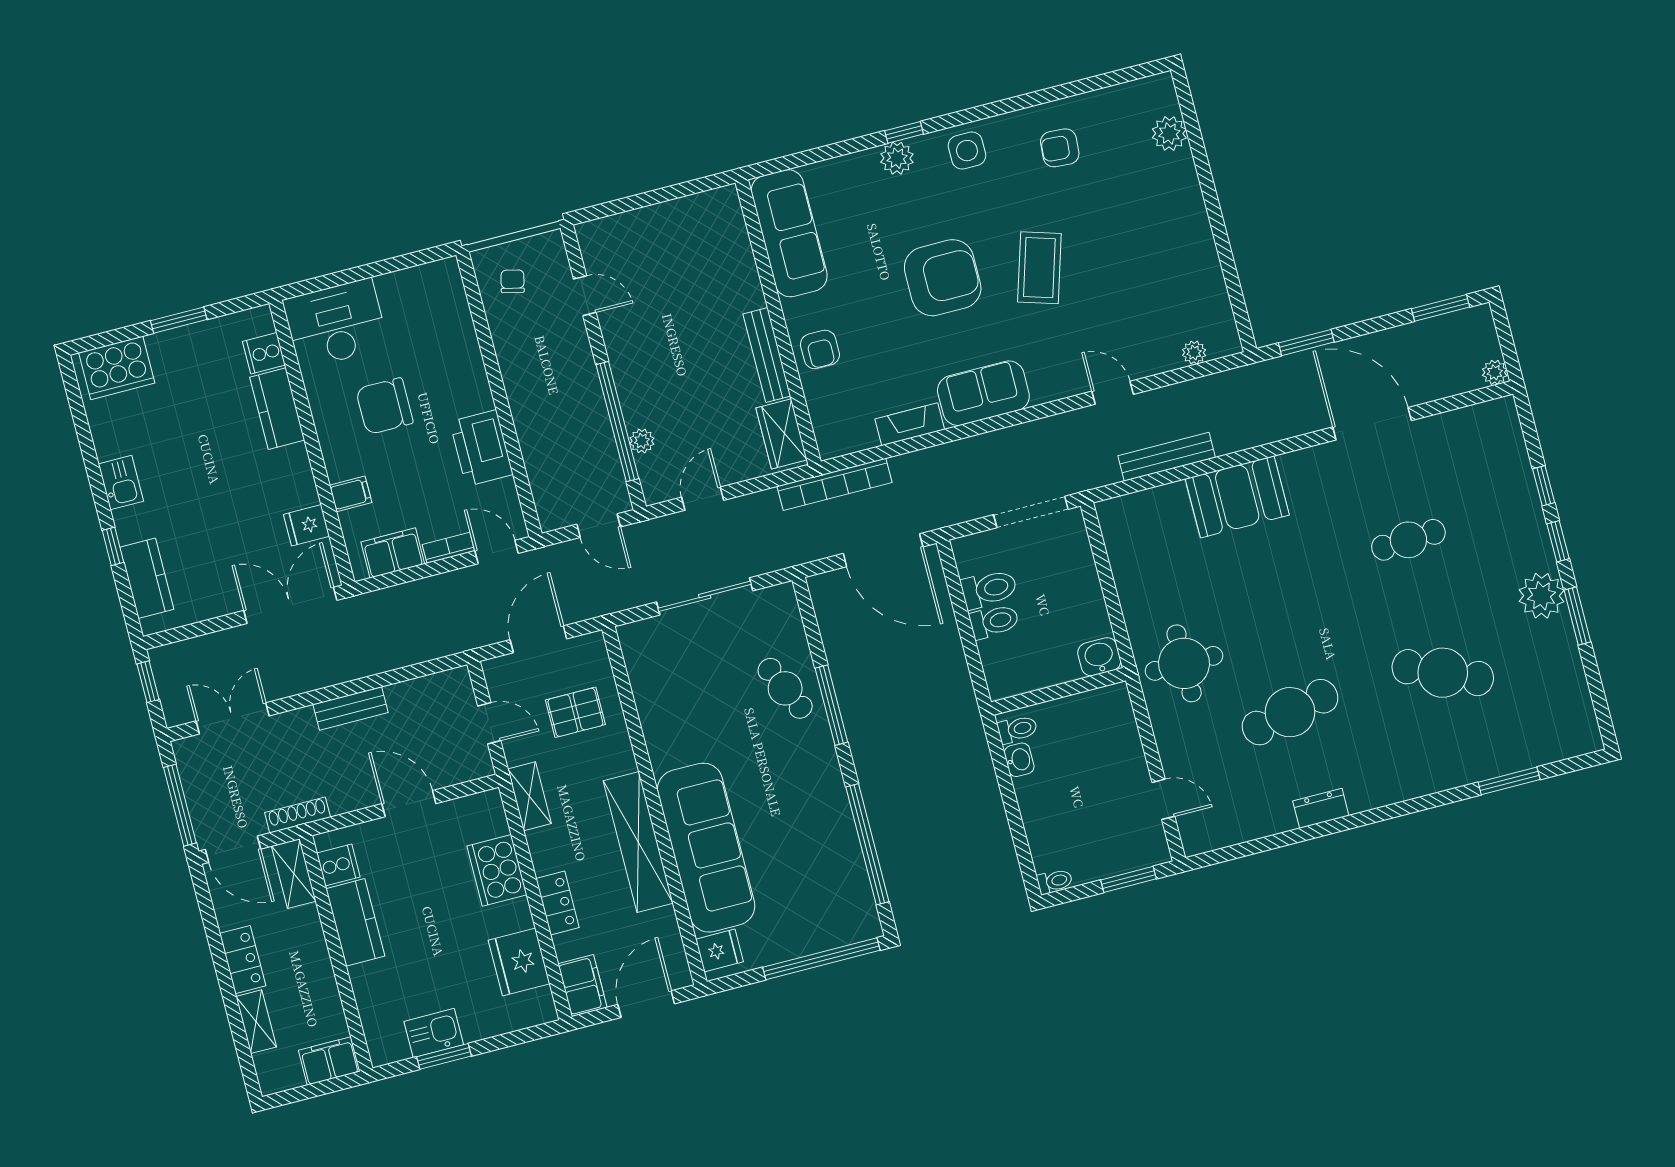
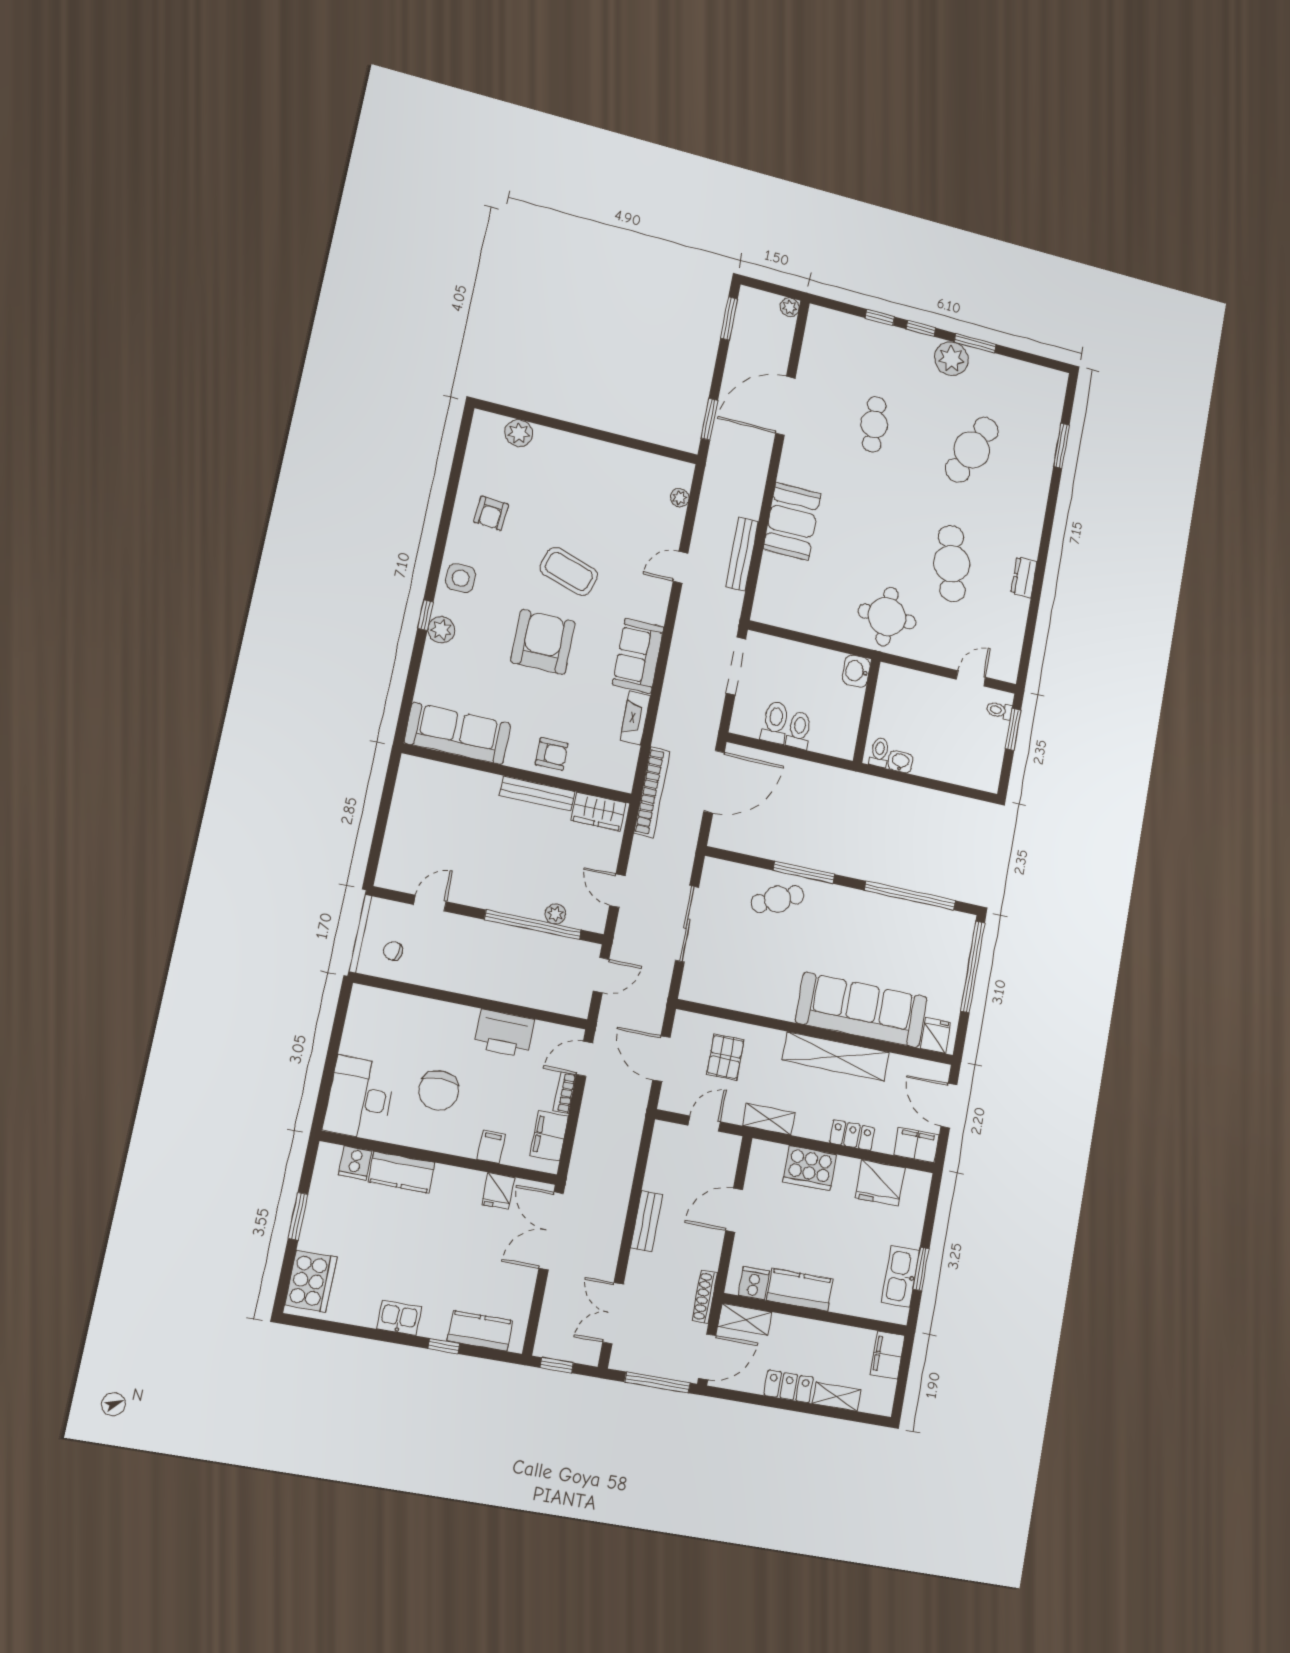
toilet: (1055, 881) -> (999, 710), moved, turned -90
kitchen sink: (434, 1033) -> (900, 1276), width x1.38

